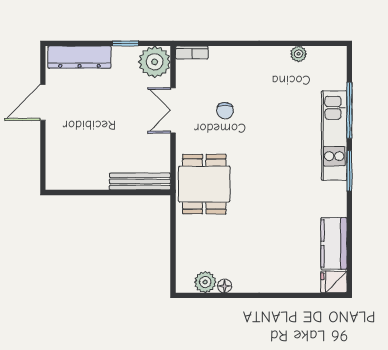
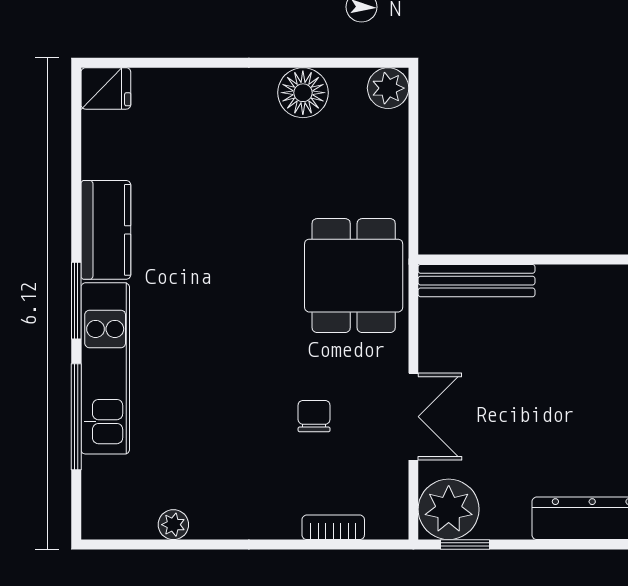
window: (126, 43) -> (465, 545), moved
bookcase: (192, 52) -> (333, 527), moved
kitchen counter: (334, 243) -> (106, 230), moved
plant: (205, 282) -> (388, 88), moved
floor lamp: (225, 286) -> (303, 93), width x1.89, depth x1.89

